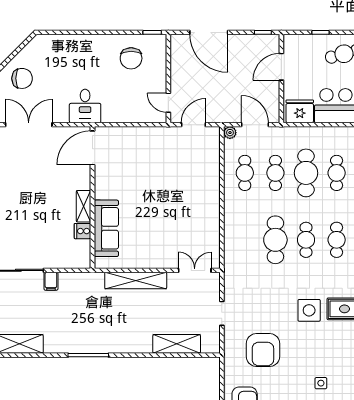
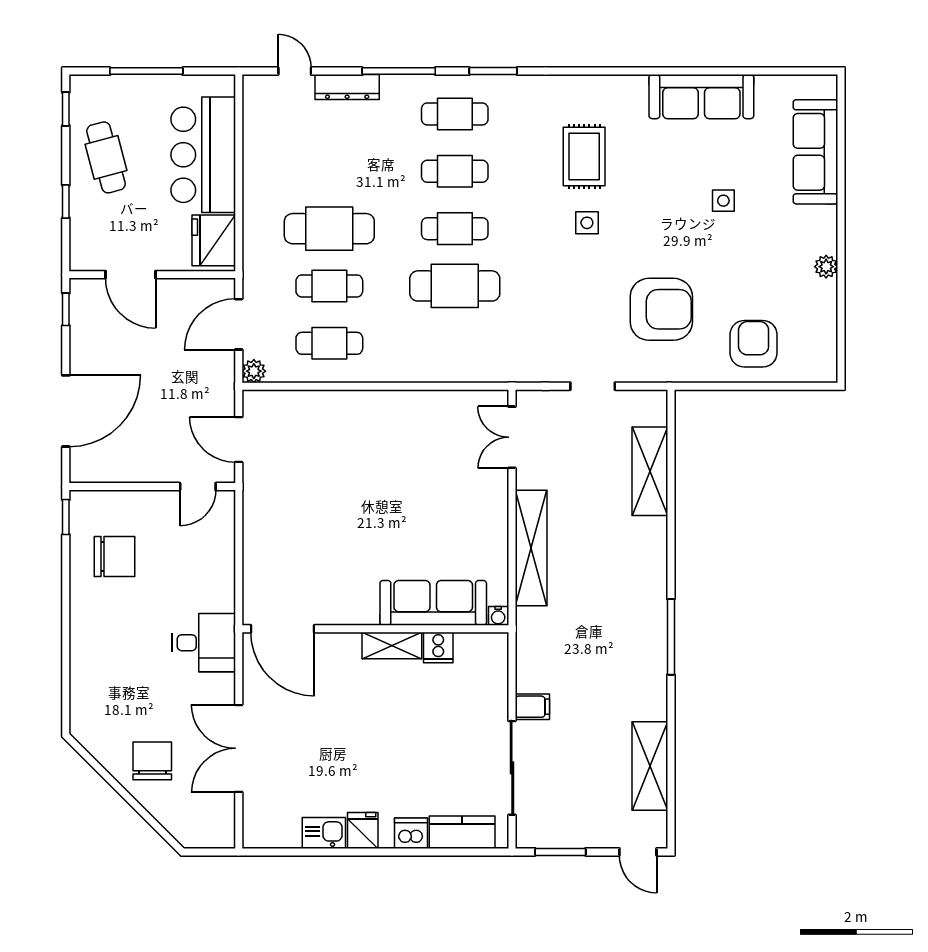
cafe table: (337, 173) -> (329, 171), removed
water cooler: (99, 263) -> (498, 616), added
side table: (309, 310) -> (587, 223), width x0.54, depth x0.54

